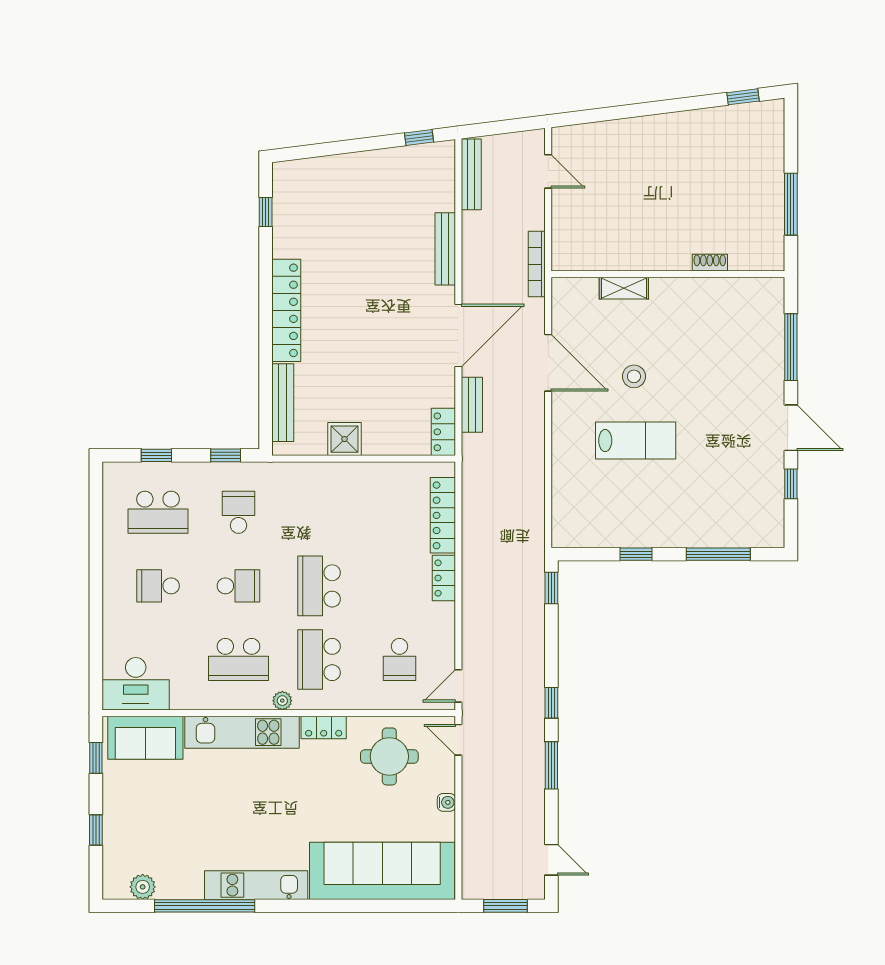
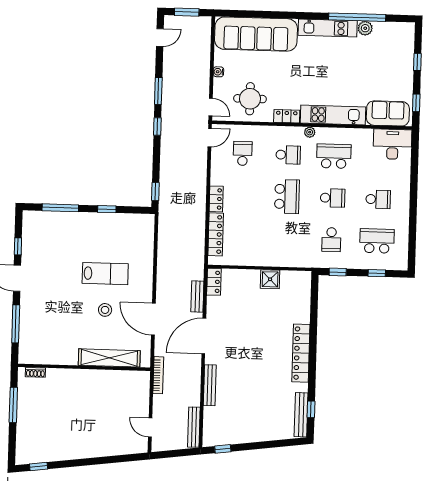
shoe rack: (710, 263) -> (35, 372), moved
shelving: (624, 288) -> (109, 358), width x2.20, depth x1.33
bench: (283, 403) -> (301, 415), moved
lab bench: (636, 441) -> (105, 274), turned 180
school desk: (238, 586) -> (333, 198), turned 180
school desk: (319, 660) -> (288, 155), width x0.54
door: (551, 860) -> (160, 37), swing flipped
plant: (143, 887) -> (365, 28), moved

